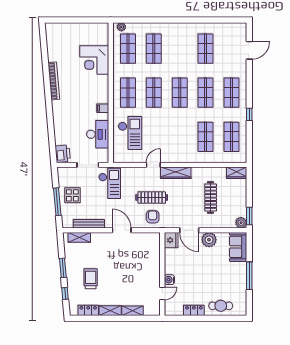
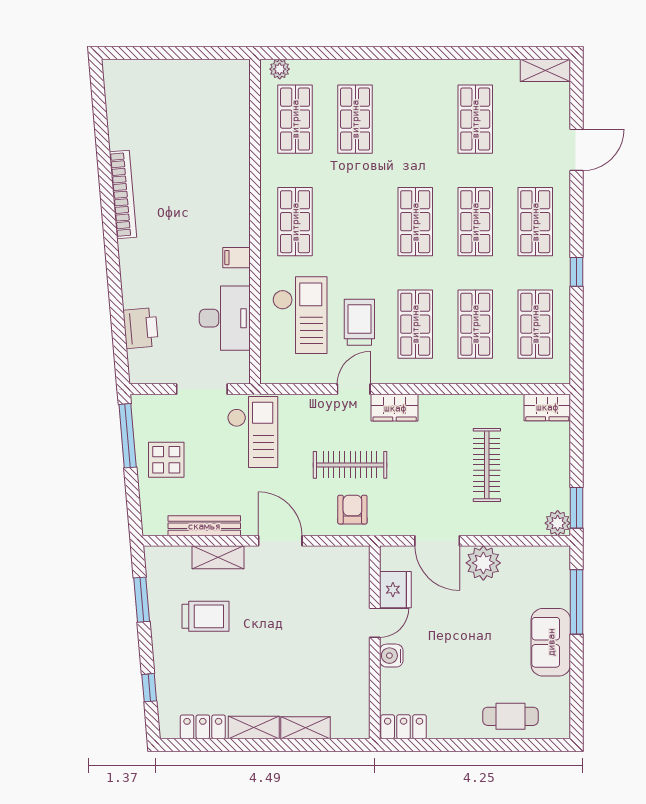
shelving: (236, 27) -> (545, 70), added
door: (249, 50) -> (577, 150), moved
corner desk: (94, 60) -> (217, 146), removed
shop shelf: (154, 93) -> (415, 324), moved
trolley: (156, 136) -> (359, 322), added
printer: (63, 154) -> (141, 328), moved
wardrobe: (176, 173) -> (395, 408), width x0.67
window: (57, 202) -> (128, 436), moved
shelving: (79, 237) -> (218, 557), moved
fridge: (171, 240) -> (395, 590), moved
sofa: (238, 247) -> (551, 642), moved
window: (63, 268) -> (142, 600), moved
window: (249, 276) -> (577, 602), moved
trolley: (91, 279) -> (206, 616), moved, turned 90
door: (162, 293) -> (375, 623), moved
locker: (194, 310) -> (404, 727), moved

